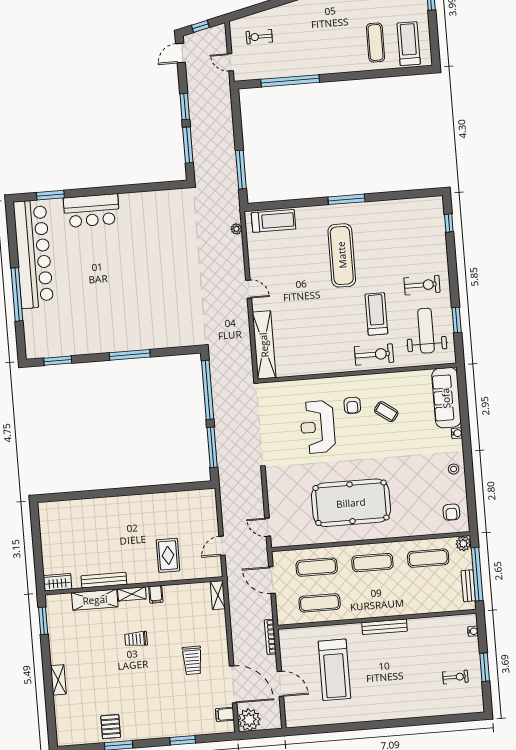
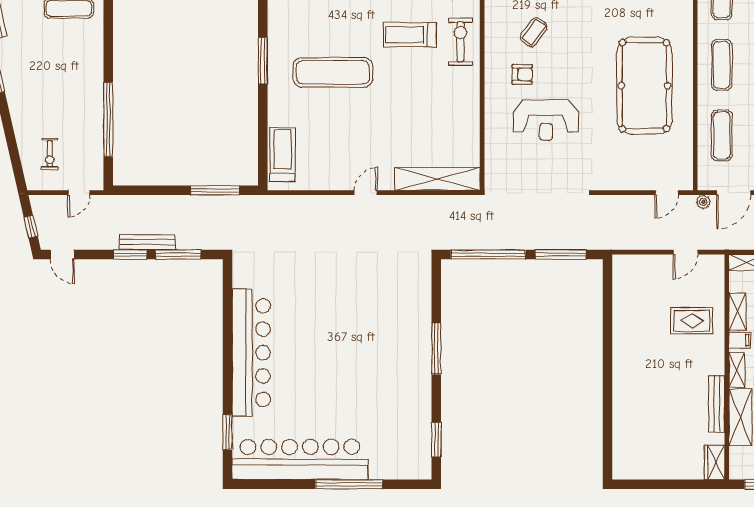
bench: (196, 119) -> (147, 242), added
bar counter: (92, 211) -> (251, 353), width x1.86
plant: (236, 229) -> (703, 202), moved
door: (222, 546) -> (686, 252), hinge flipped
shelving: (178, 591) -> (738, 312), added

